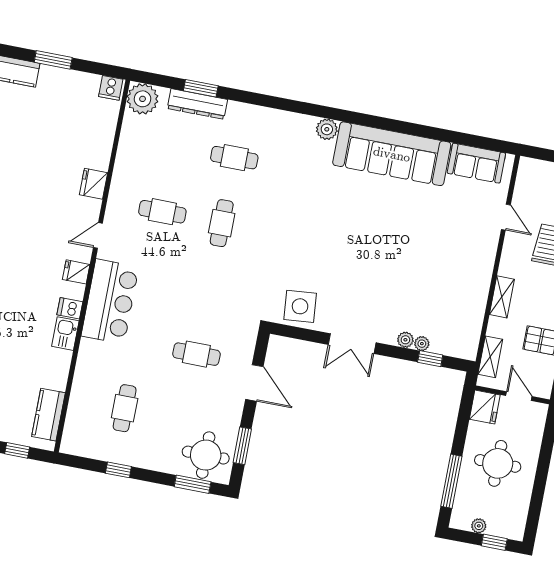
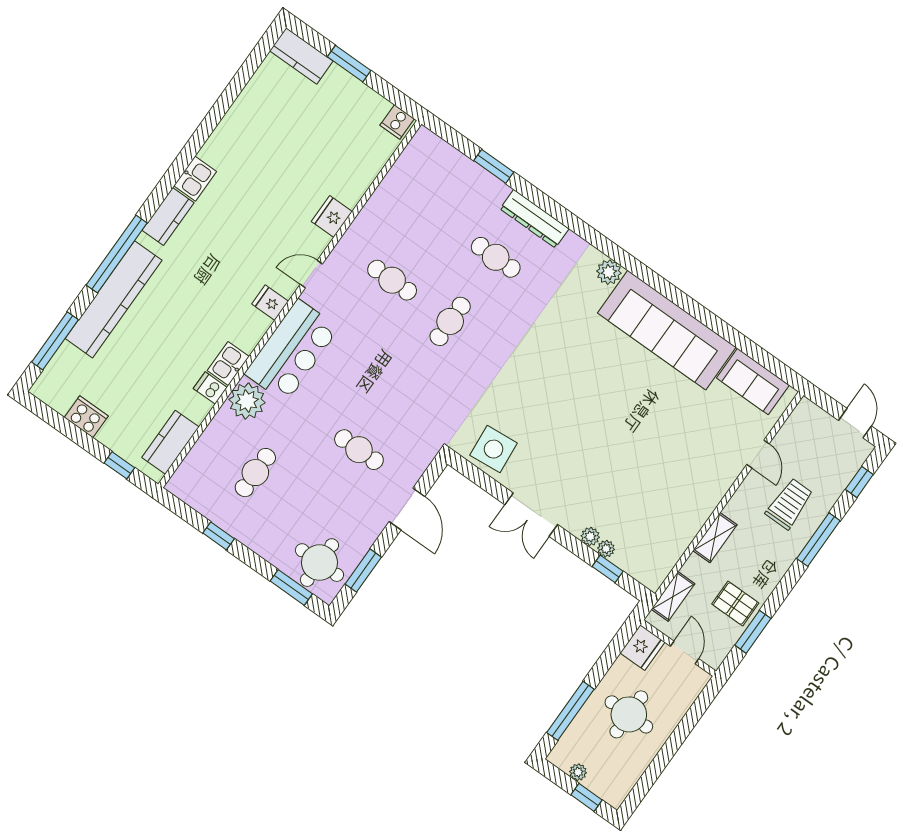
plant: (143, 99) -> (247, 401), moved
dresser: (197, 104) -> (534, 219), moved
dishwasher: (70, 308) -> (210, 388), moved

